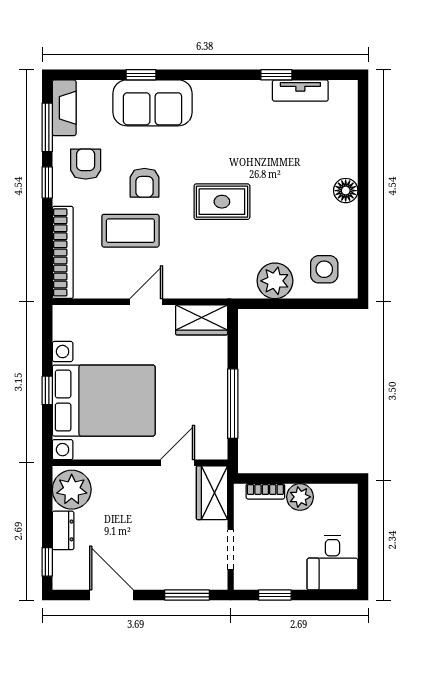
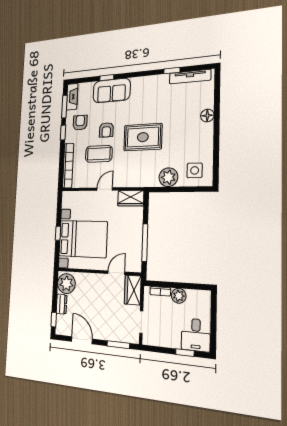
tv unit: (300, 91) -> (190, 77), width x1.41
floor lamp: (346, 191) -> (207, 116), moved
rug: (222, 202) -> (143, 137), width x1.36, depth x1.43
window: (275, 595) -> (185, 353), moved

